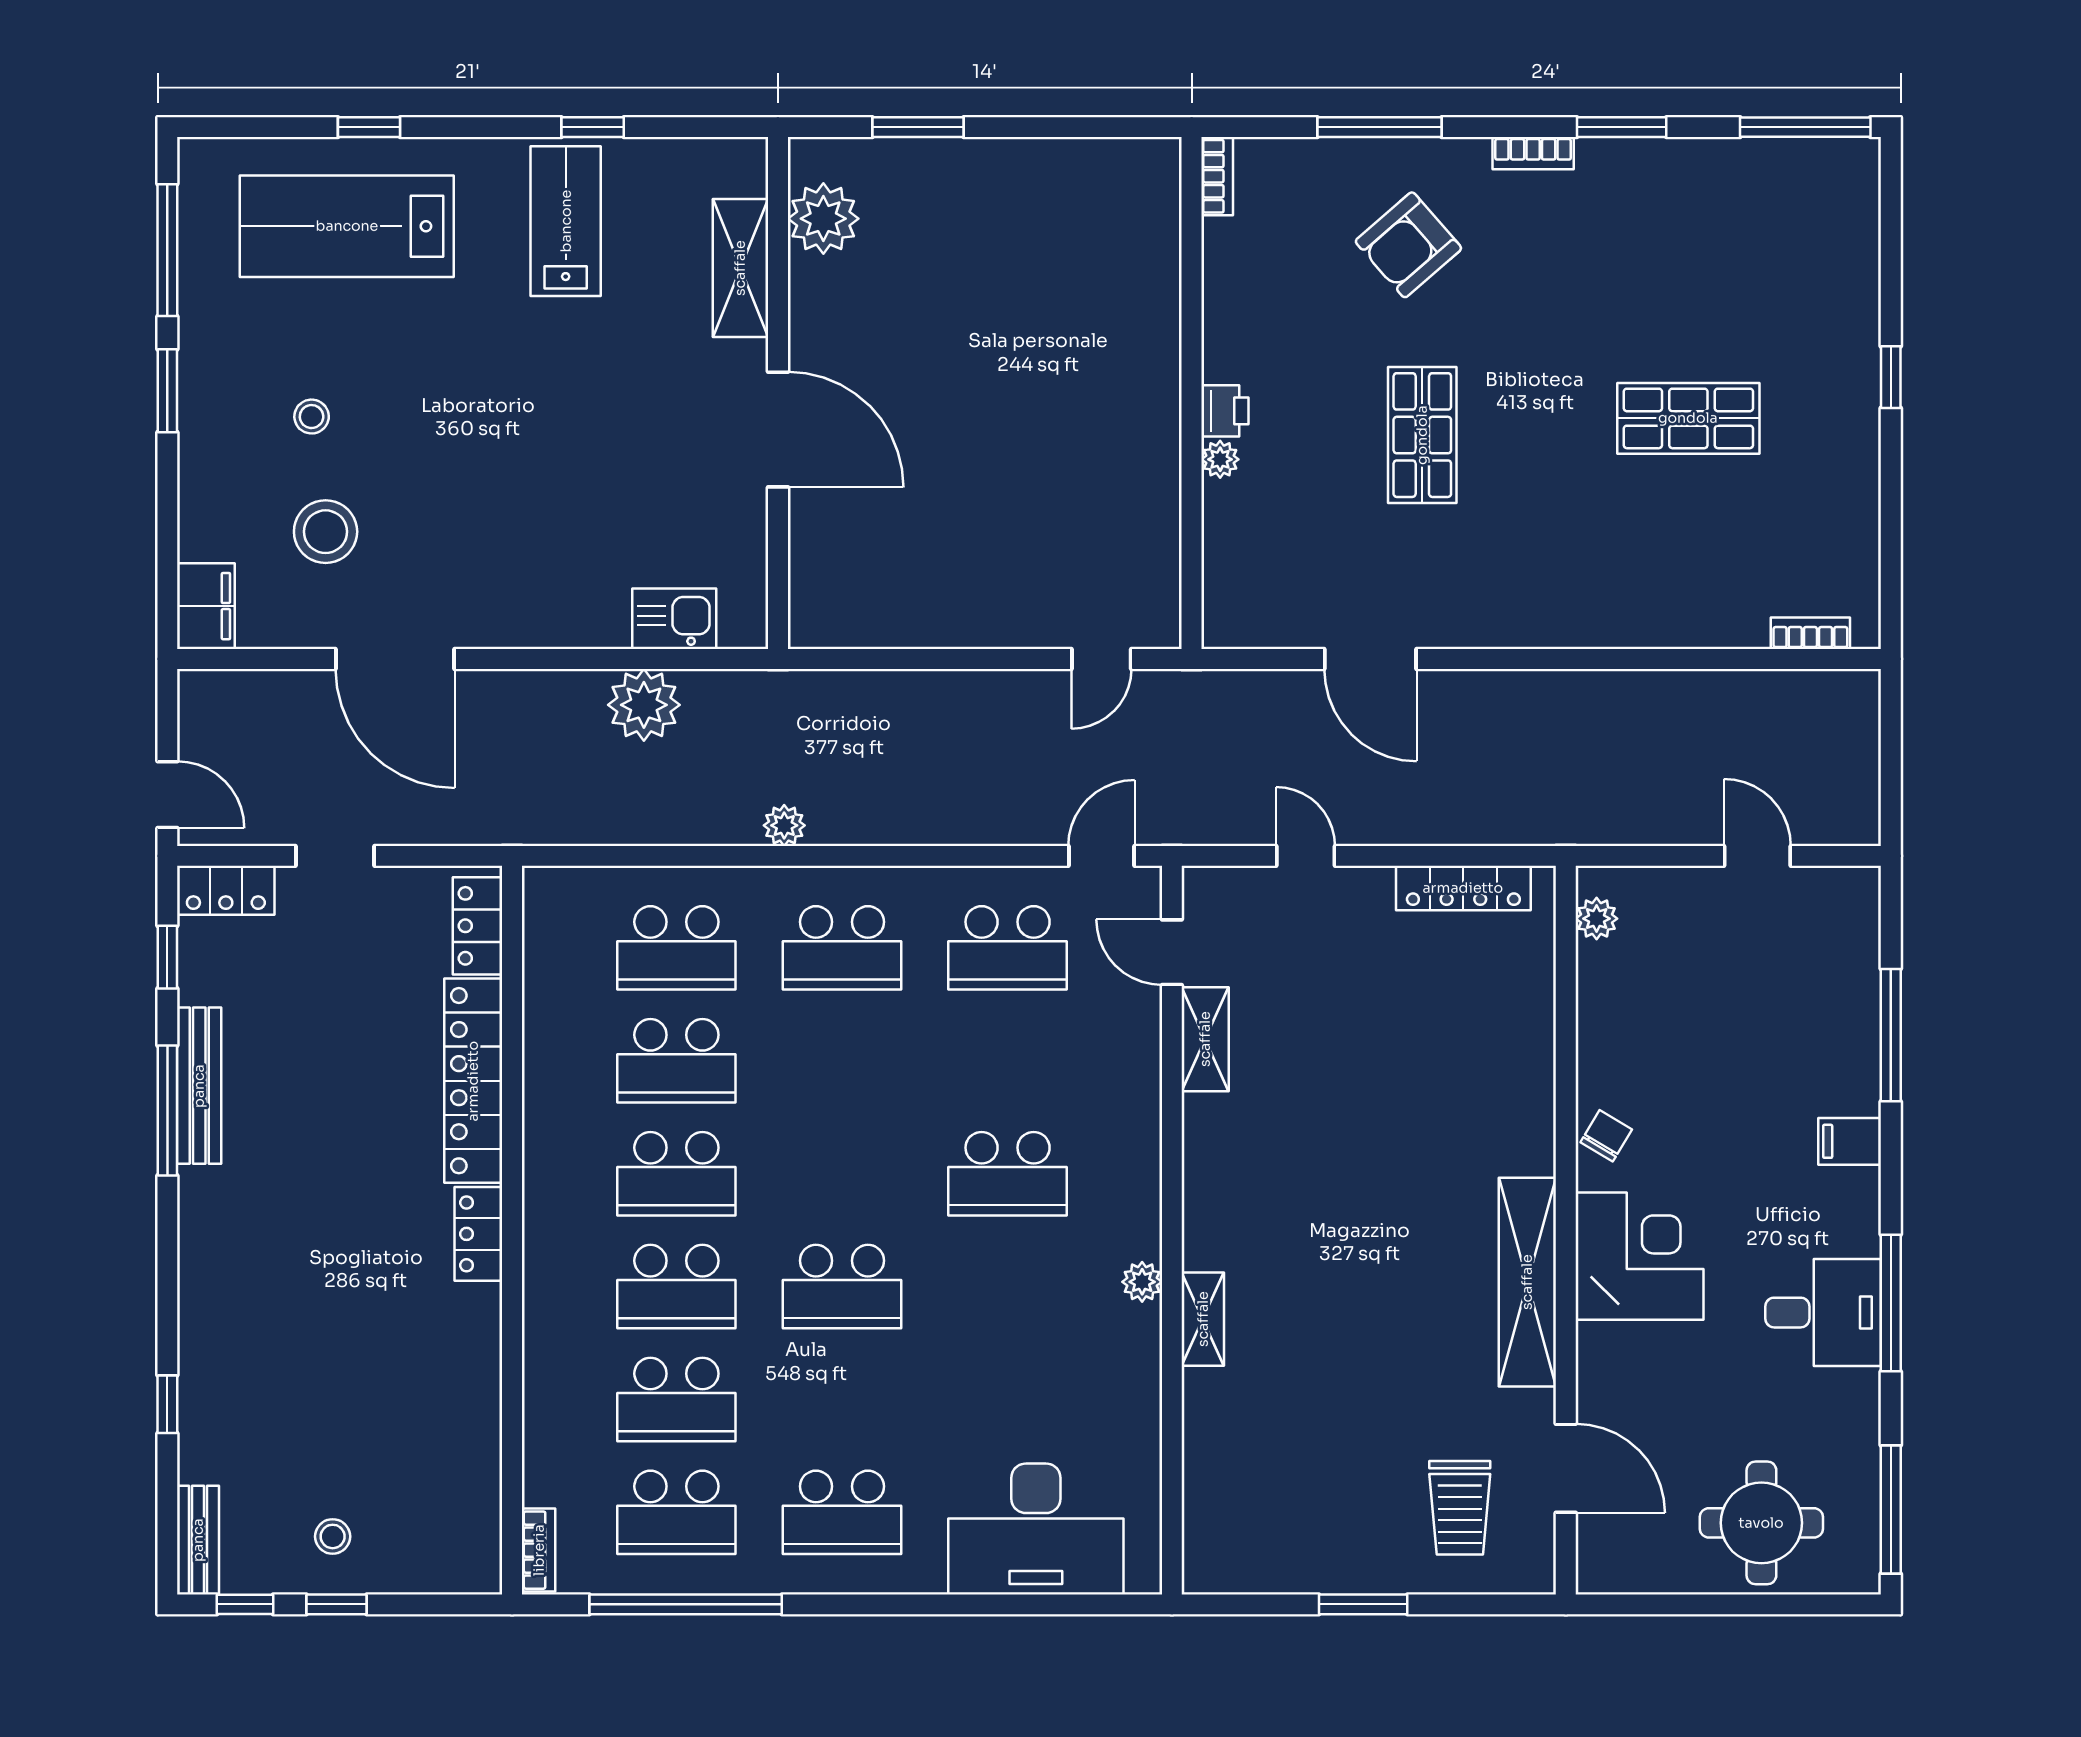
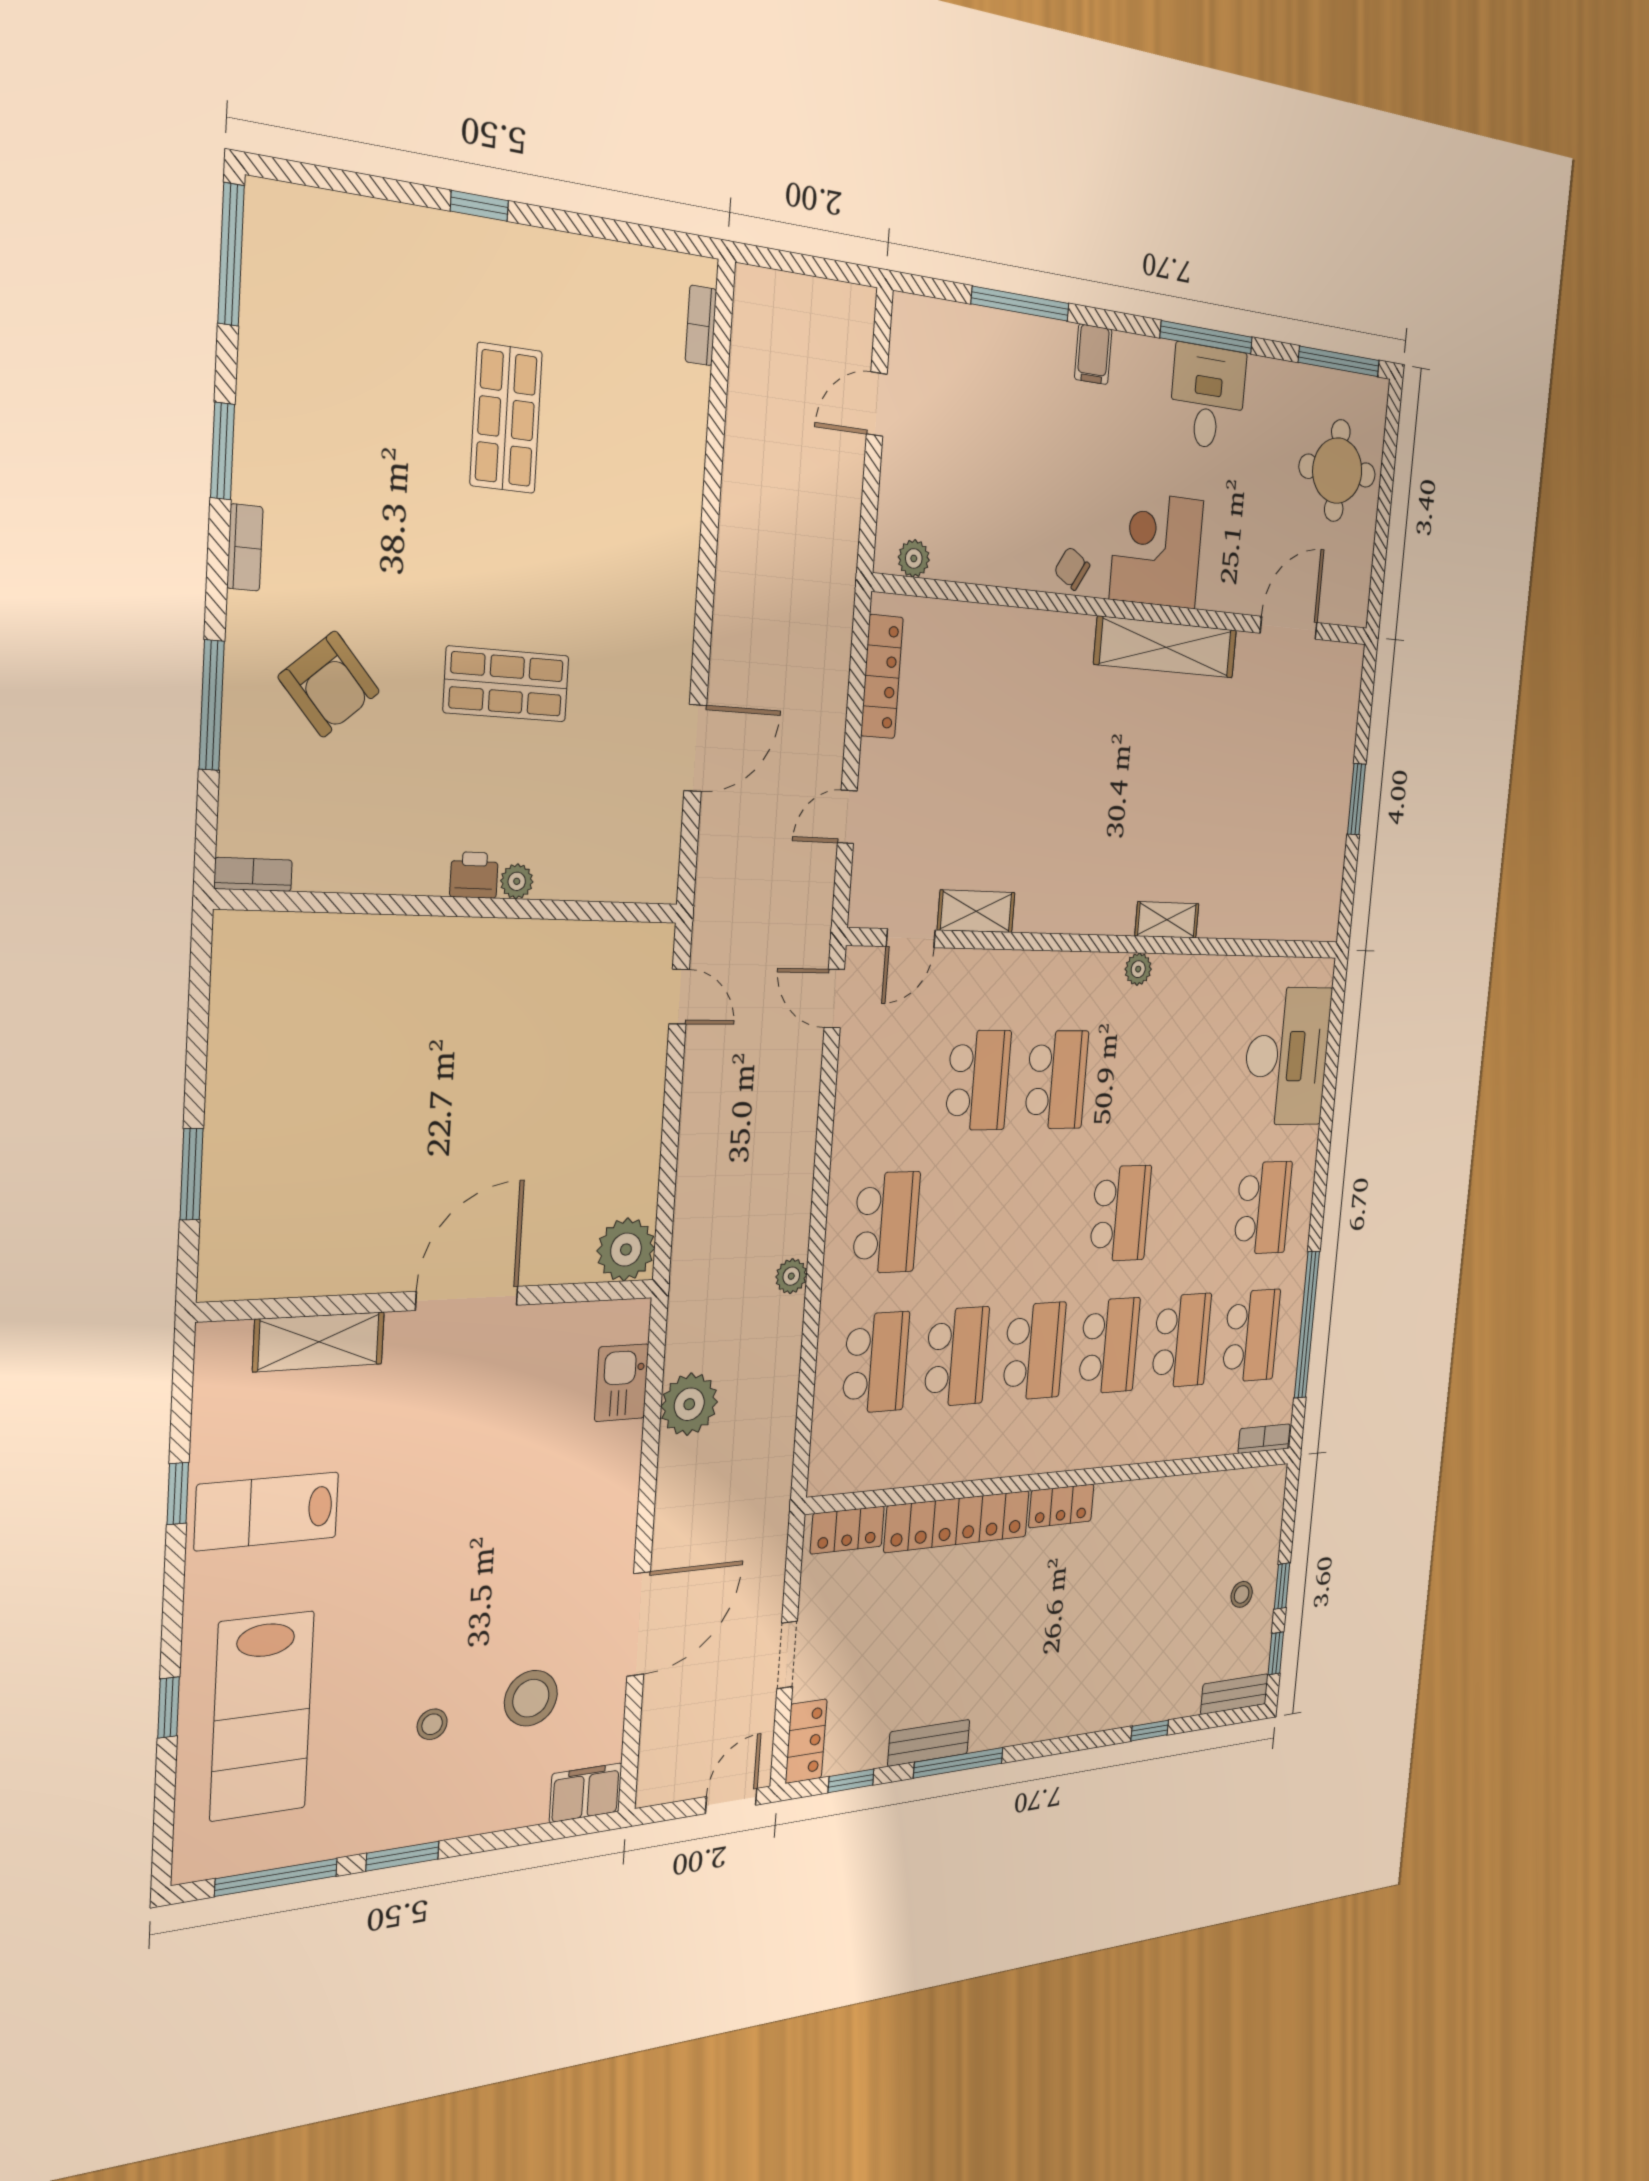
plant: (823, 219) -> (626, 1250), moved
school desk: (1008, 948) -> (978, 1080), moved
bench: (199, 1086) -> (929, 1743), width x0.73
trolley: (1460, 1508) -> (1305, 717), removed

